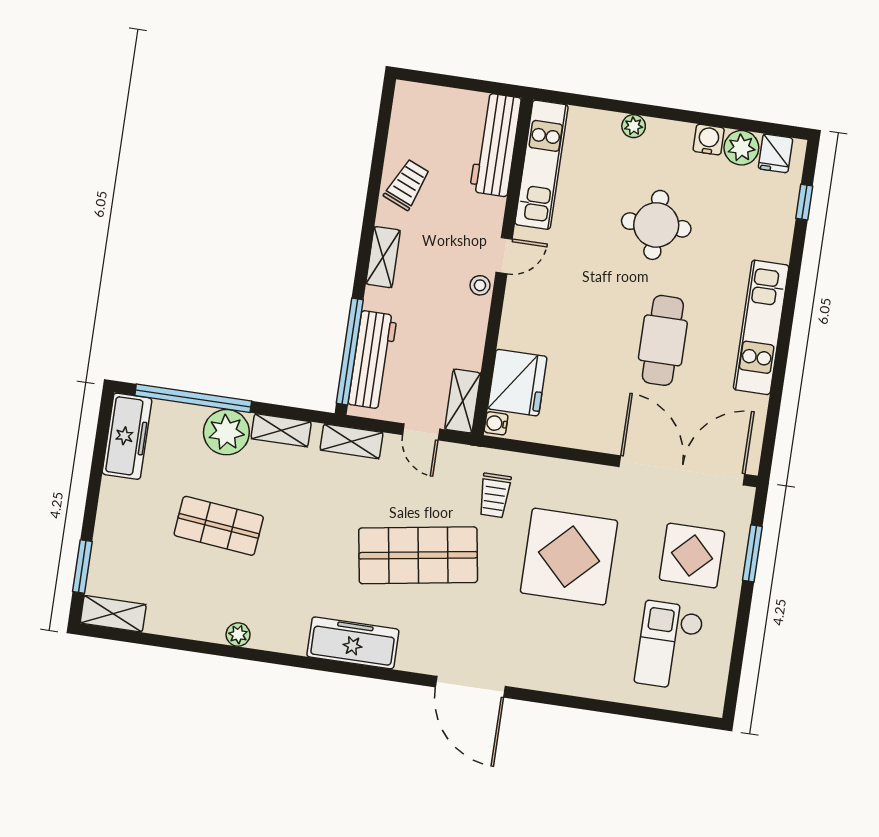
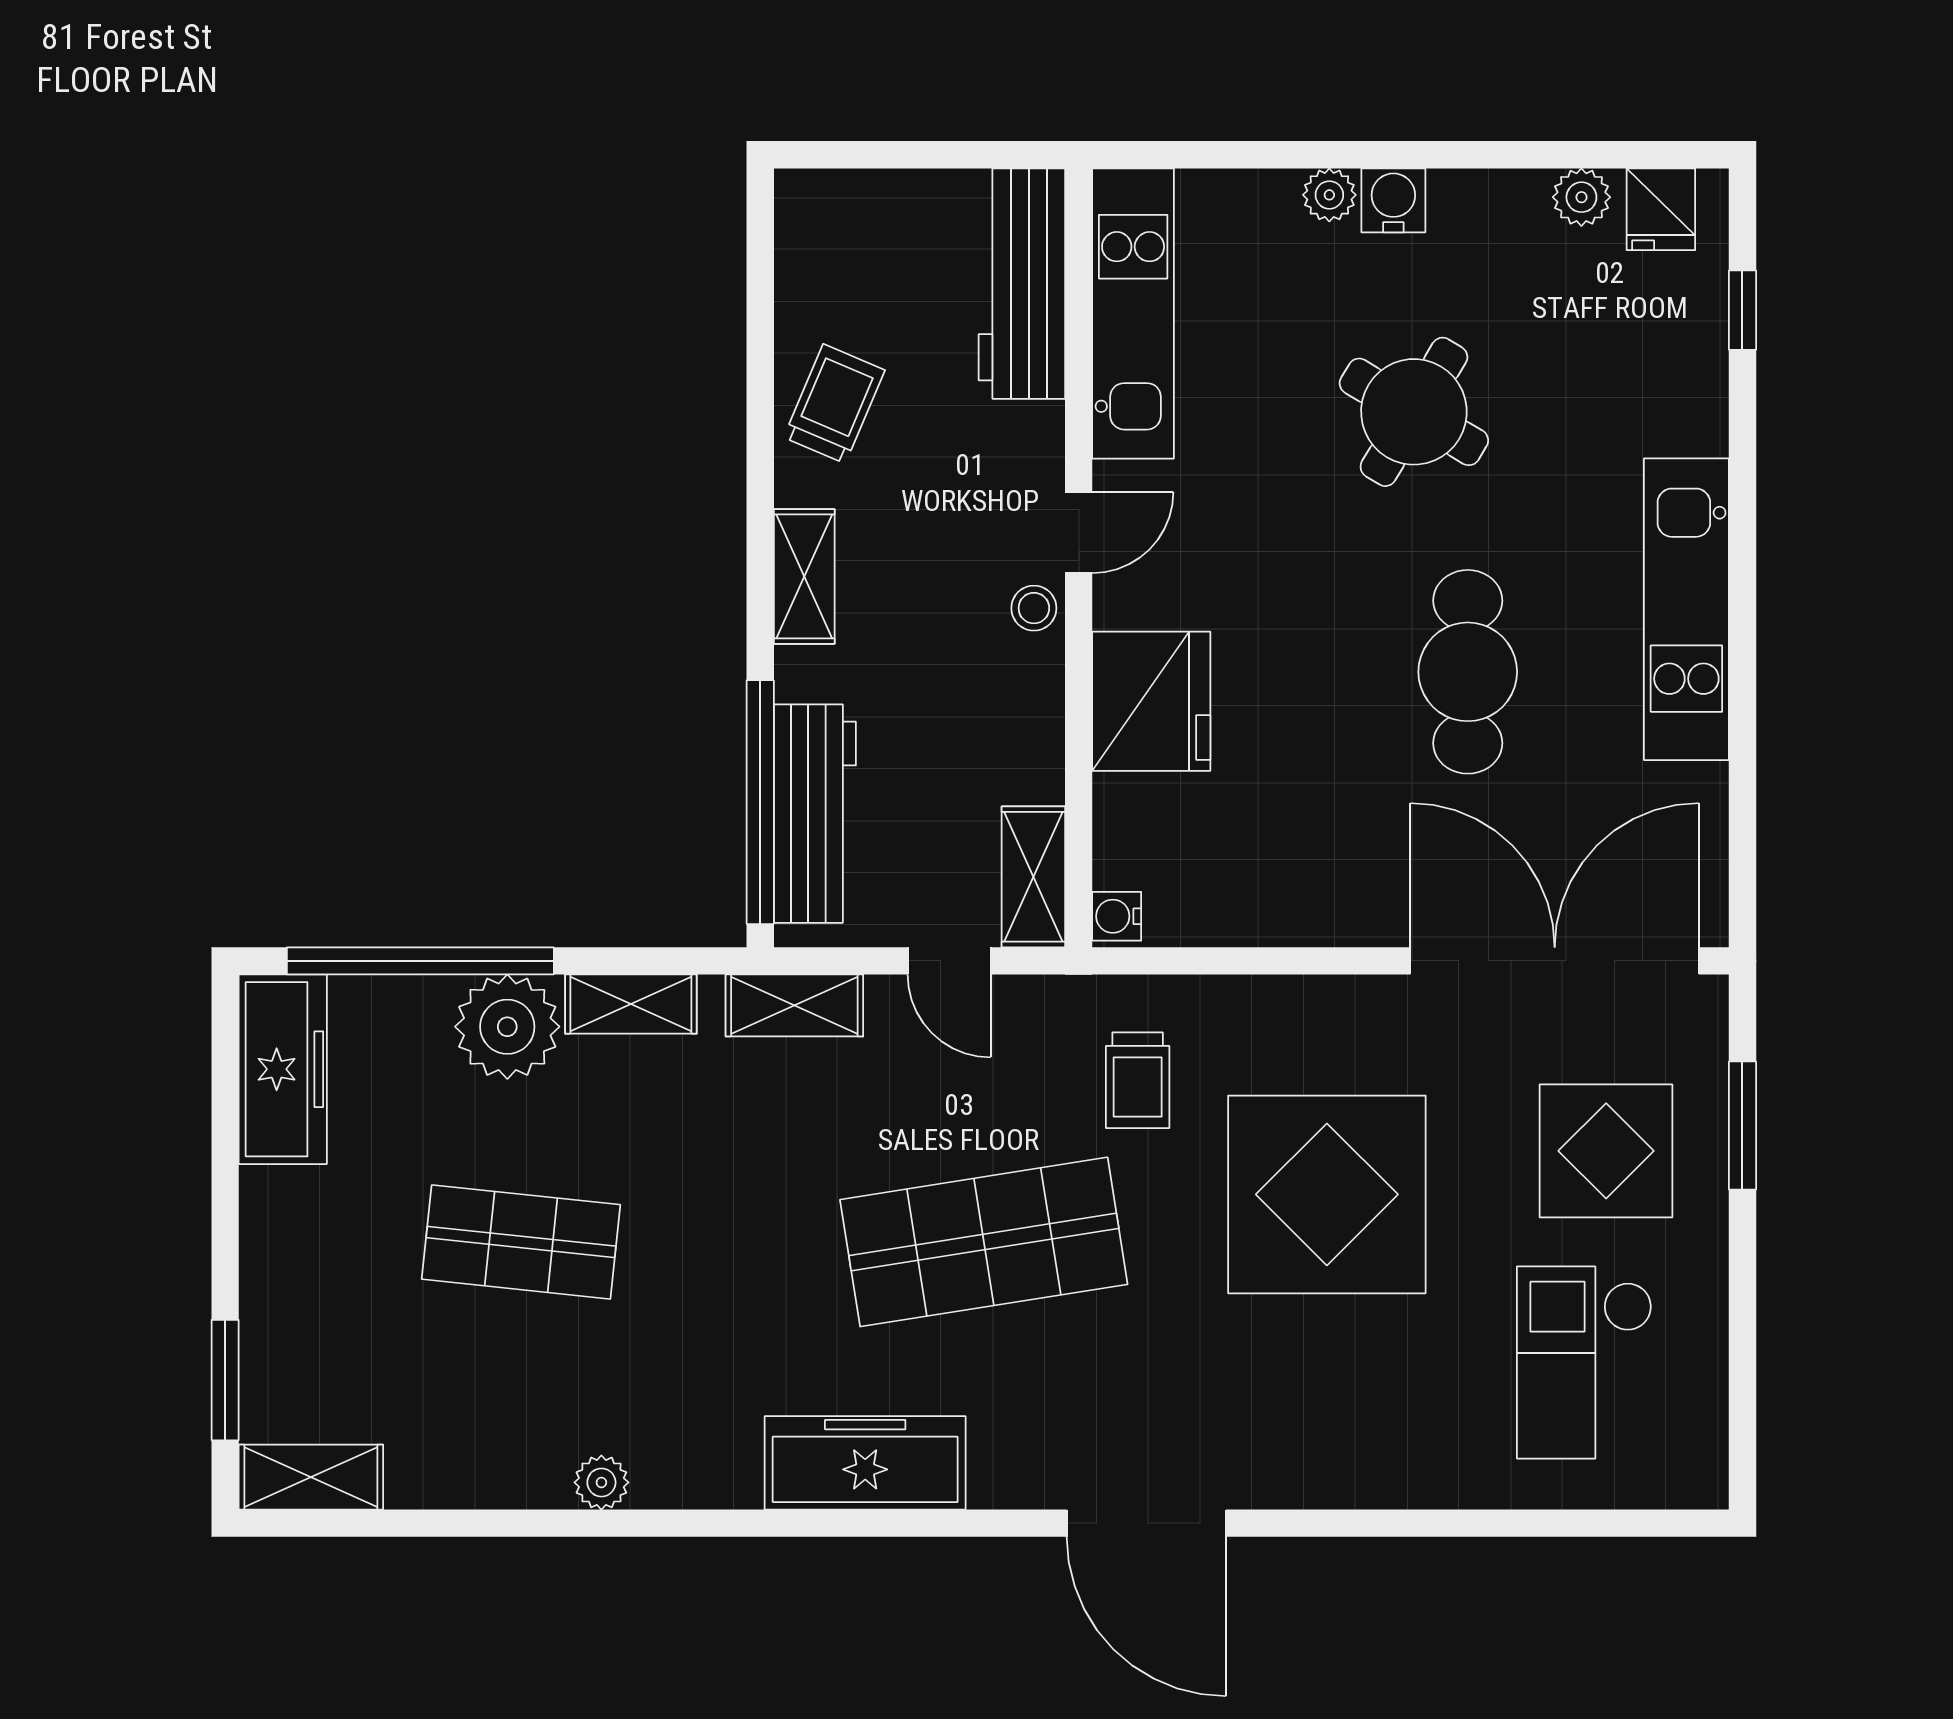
water cooler: (709, 140) -> (1393, 200), moved
plant: (741, 148) -> (1581, 197), width x0.73, depth x0.73
round table: (656, 225) -> (1414, 412), turned 31
fridge: (517, 383) -> (1151, 701), moved

